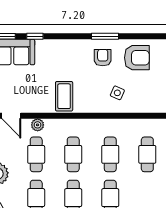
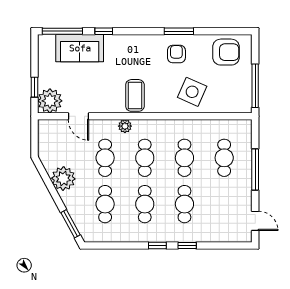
armchair: (137, 58) -> (226, 52), moved
side table: (117, 93) -> (192, 92), width x1.87, depth x1.87
plant: (38, 125) -> (125, 126), moved

